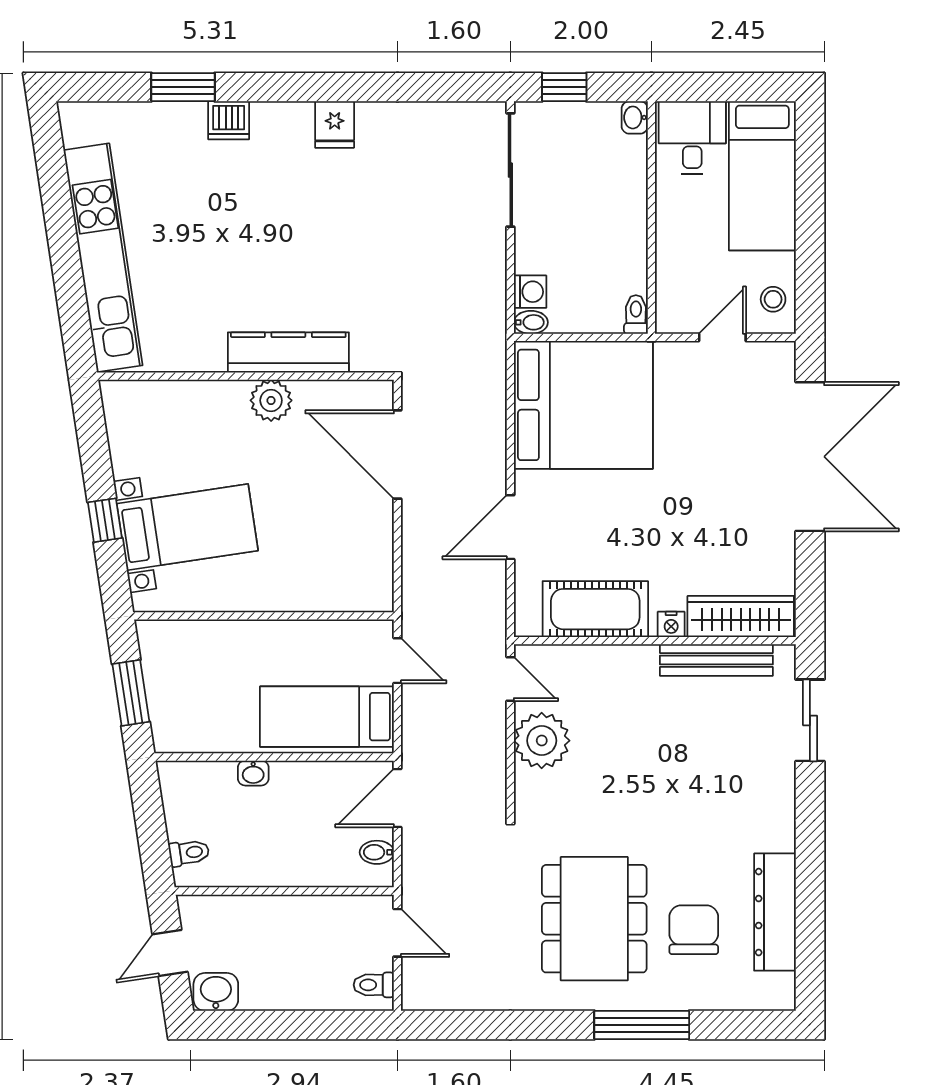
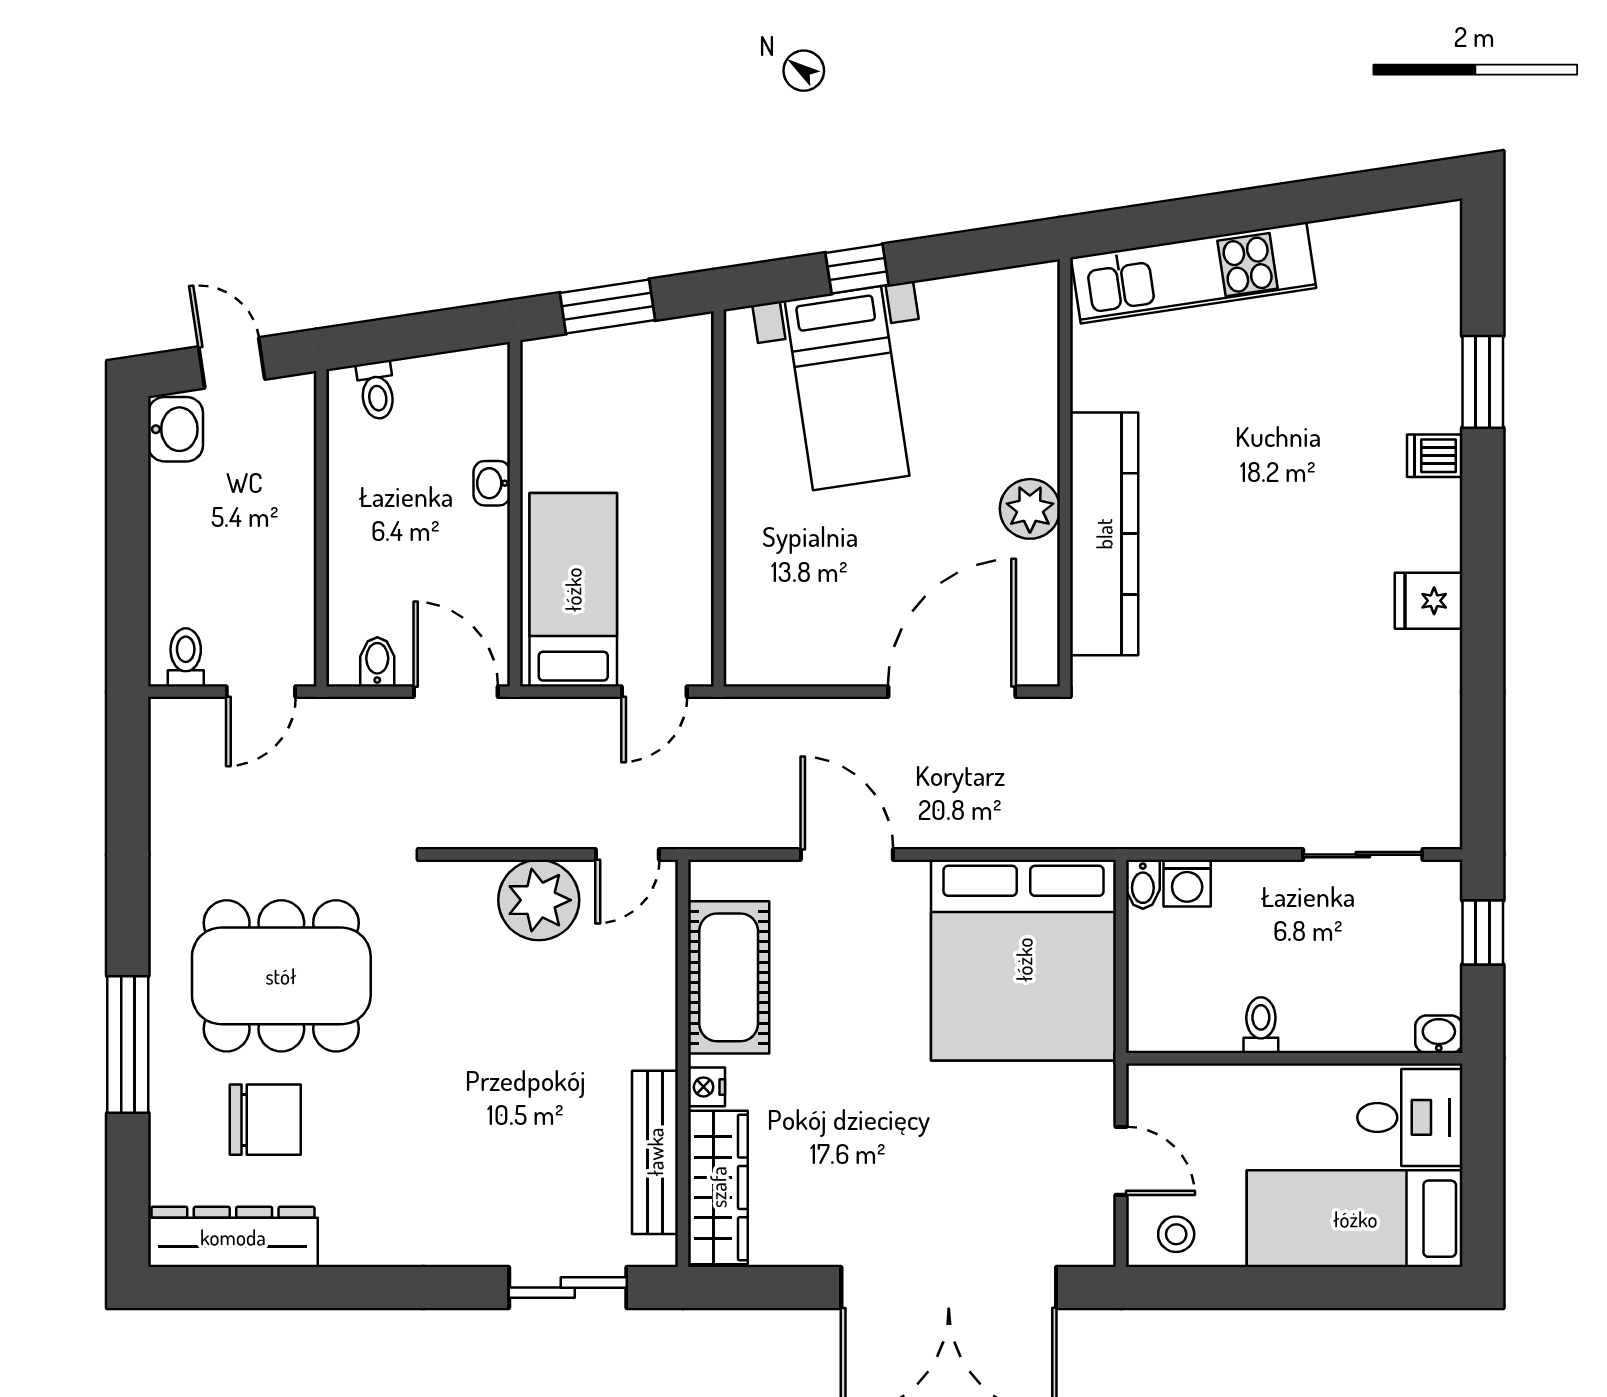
dishwasher: (229, 120) -> (1435, 456), width x0.73
sliding door: (510, 170) -> (1363, 855), width x0.73
kitchen unit: (103, 258) -> (1193, 273), width x0.73
toilet: (636, 315) -> (1261, 1025), moved, turned -90
kitchen counter: (288, 353) -> (1104, 534), width x1.39, depth x1.17
dresser: (775, 912) -> (233, 1237), moved

